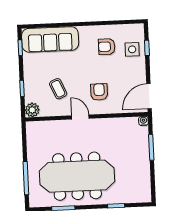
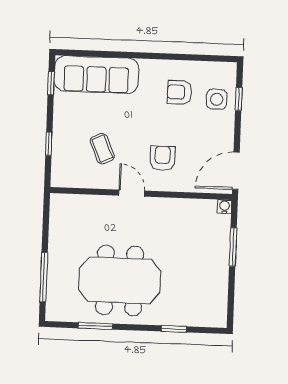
plant: (32, 110) -> (61, 177), removed
meeting table: (77, 176) -> (120, 280), width x0.73

